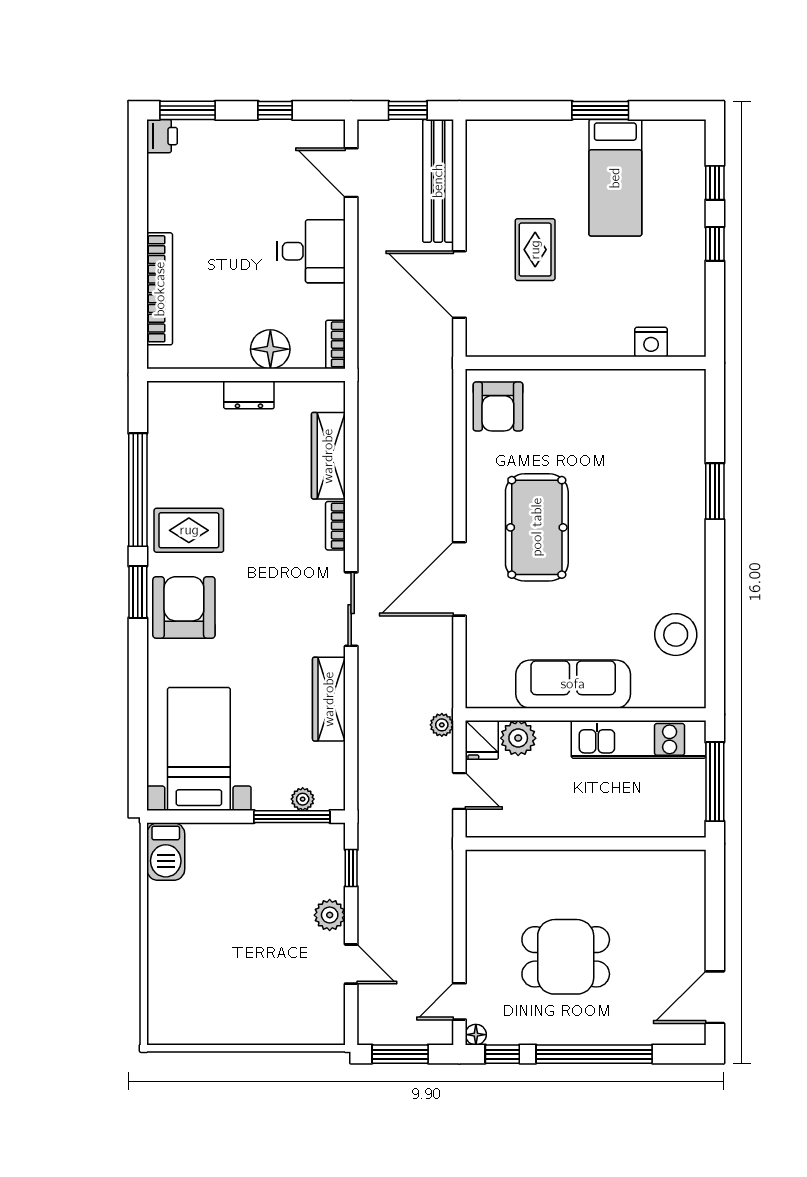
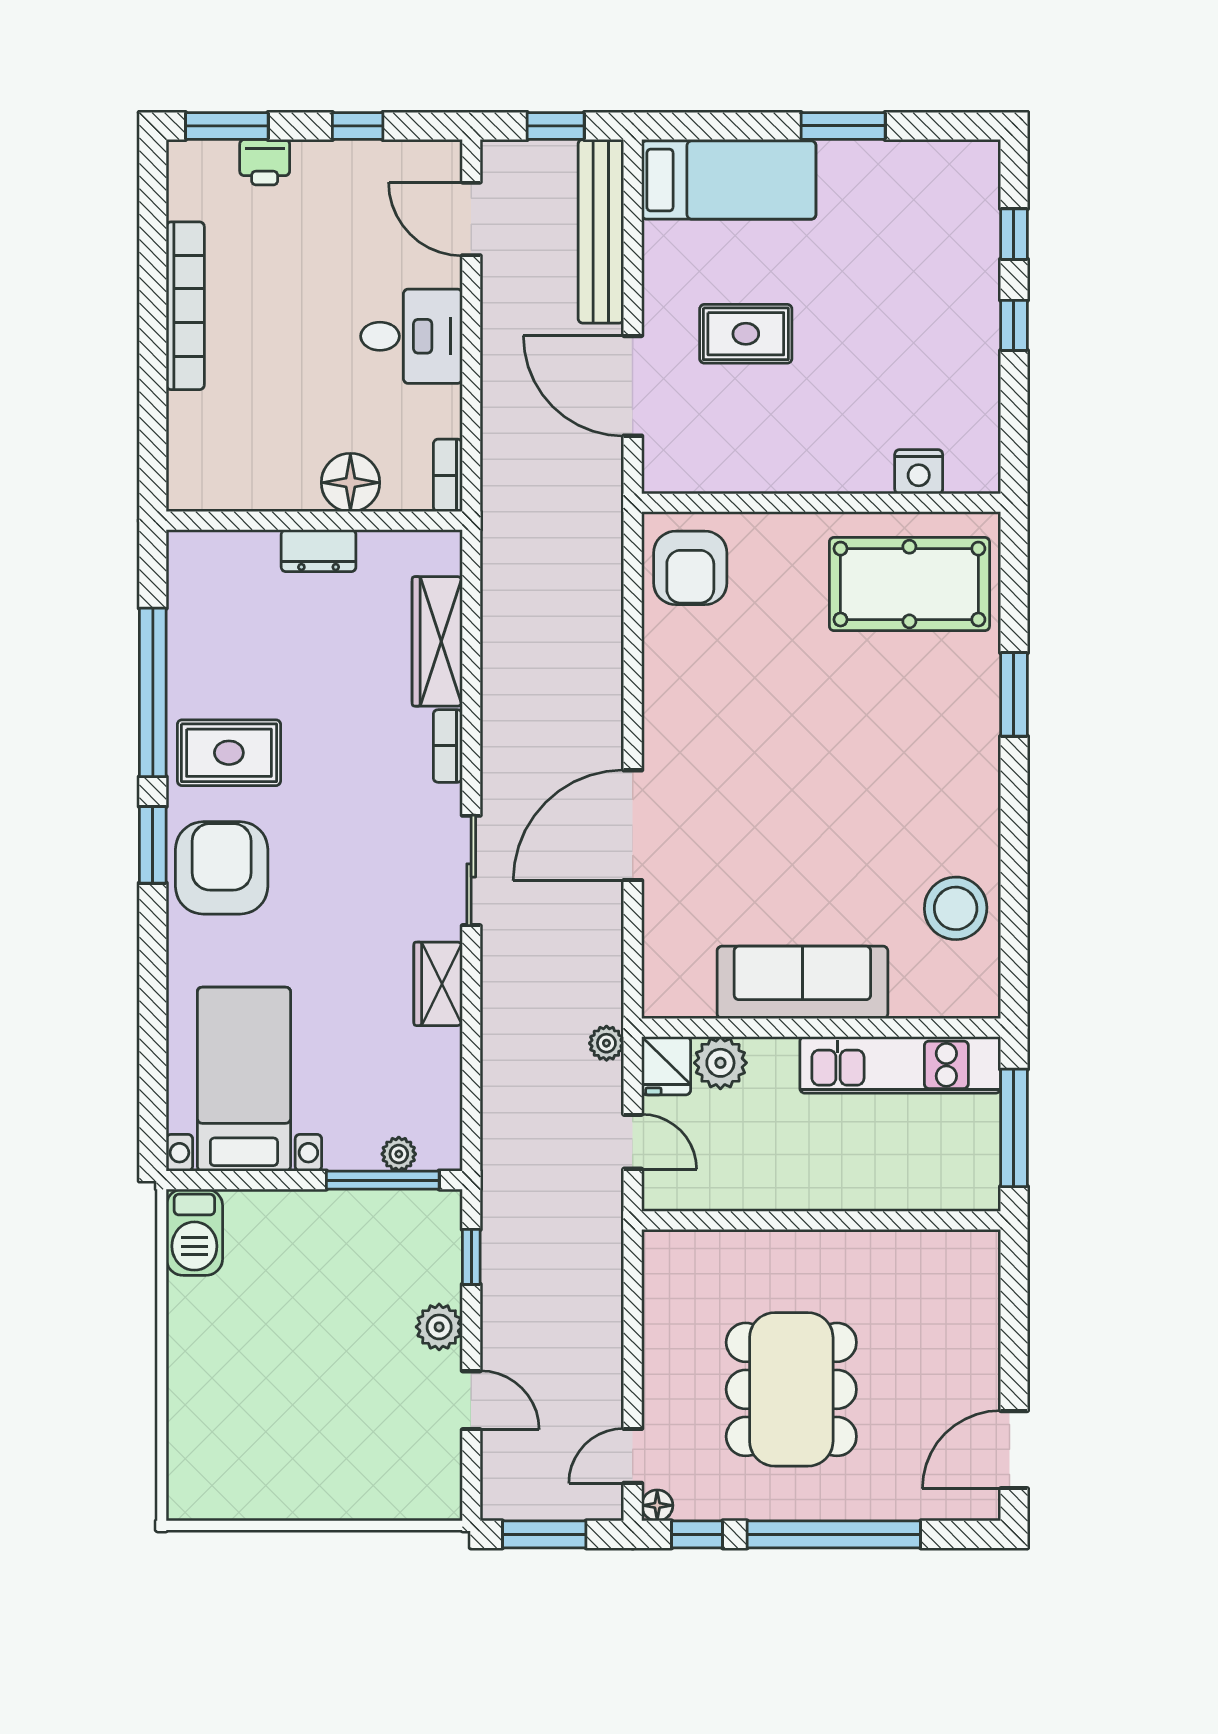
printer: (162, 136) -> (265, 162), moved, turned 90
bed: (615, 178) -> (729, 180), moved, turned -90
rug: (535, 250) -> (746, 334), turned 90
bookcase: (160, 289) -> (185, 306), moved
pool table: (537, 527) -> (909, 584), moved, turned 90
wardrobe: (329, 699) -> (438, 984), width x0.67
dining table: (566, 957) -> (791, 1389), width x1.38

